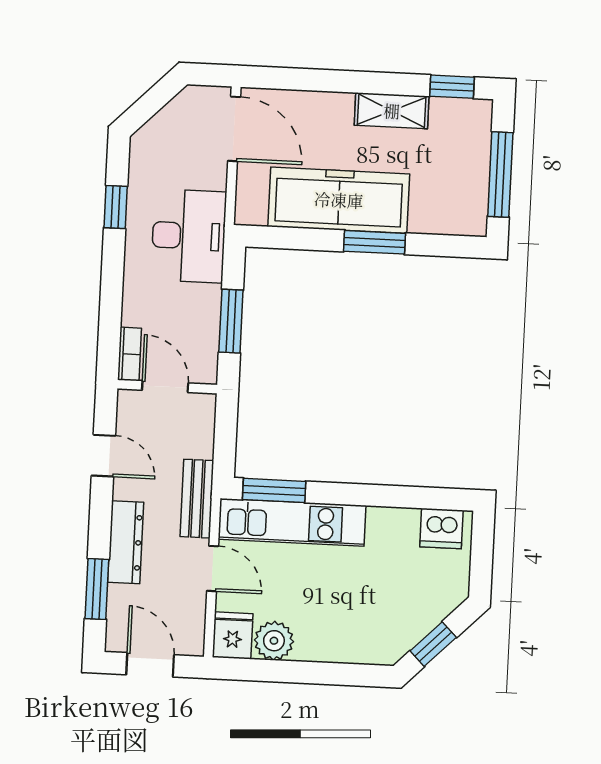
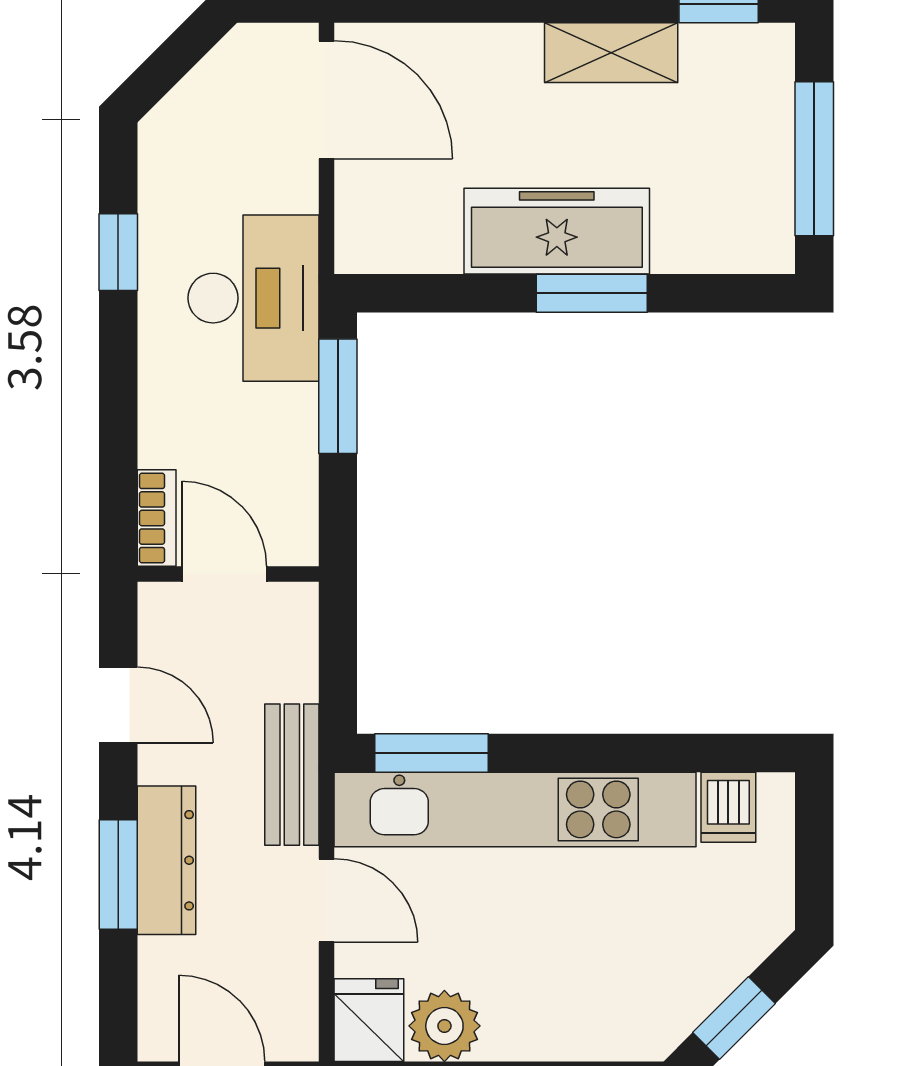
freezer: (339, 200) -> (557, 231), width x0.73, depth x0.79
window: (231, 321) -> (338, 396), moved
kitchen unit: (292, 522) -> (515, 809), width x1.36
dishwasher: (441, 528) -> (728, 807), width x0.73
window: (97, 589) -> (118, 875), moved

